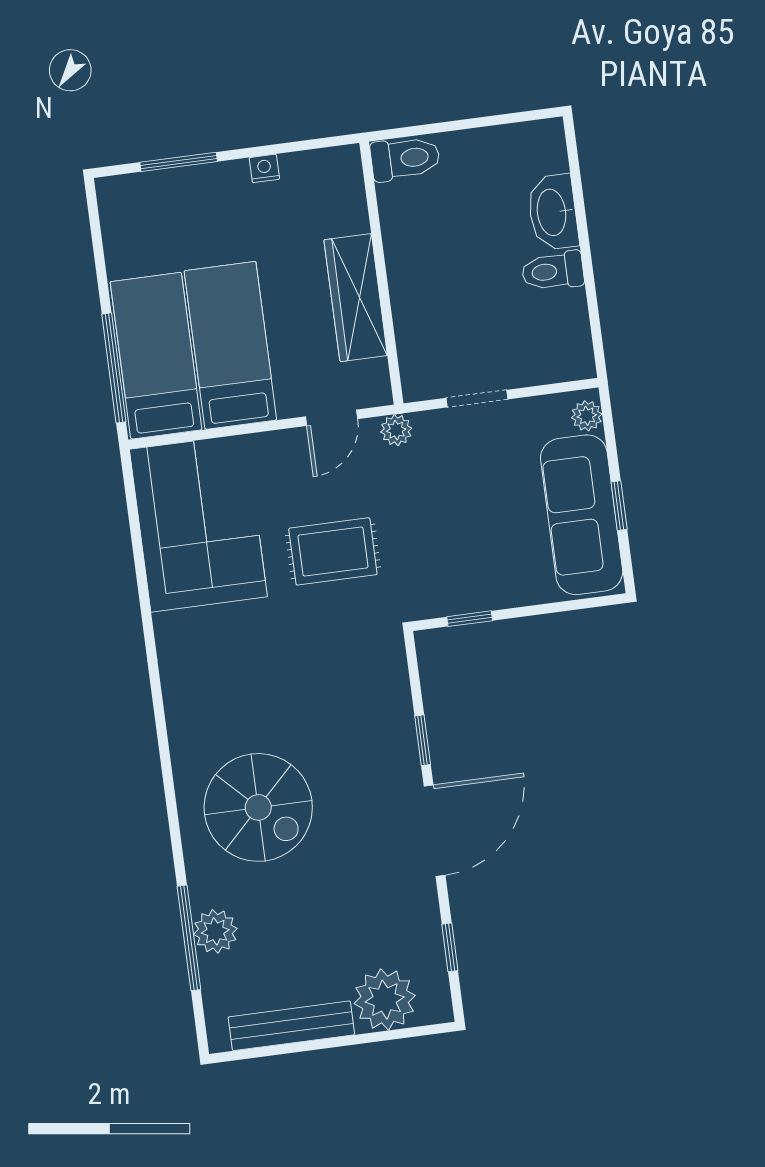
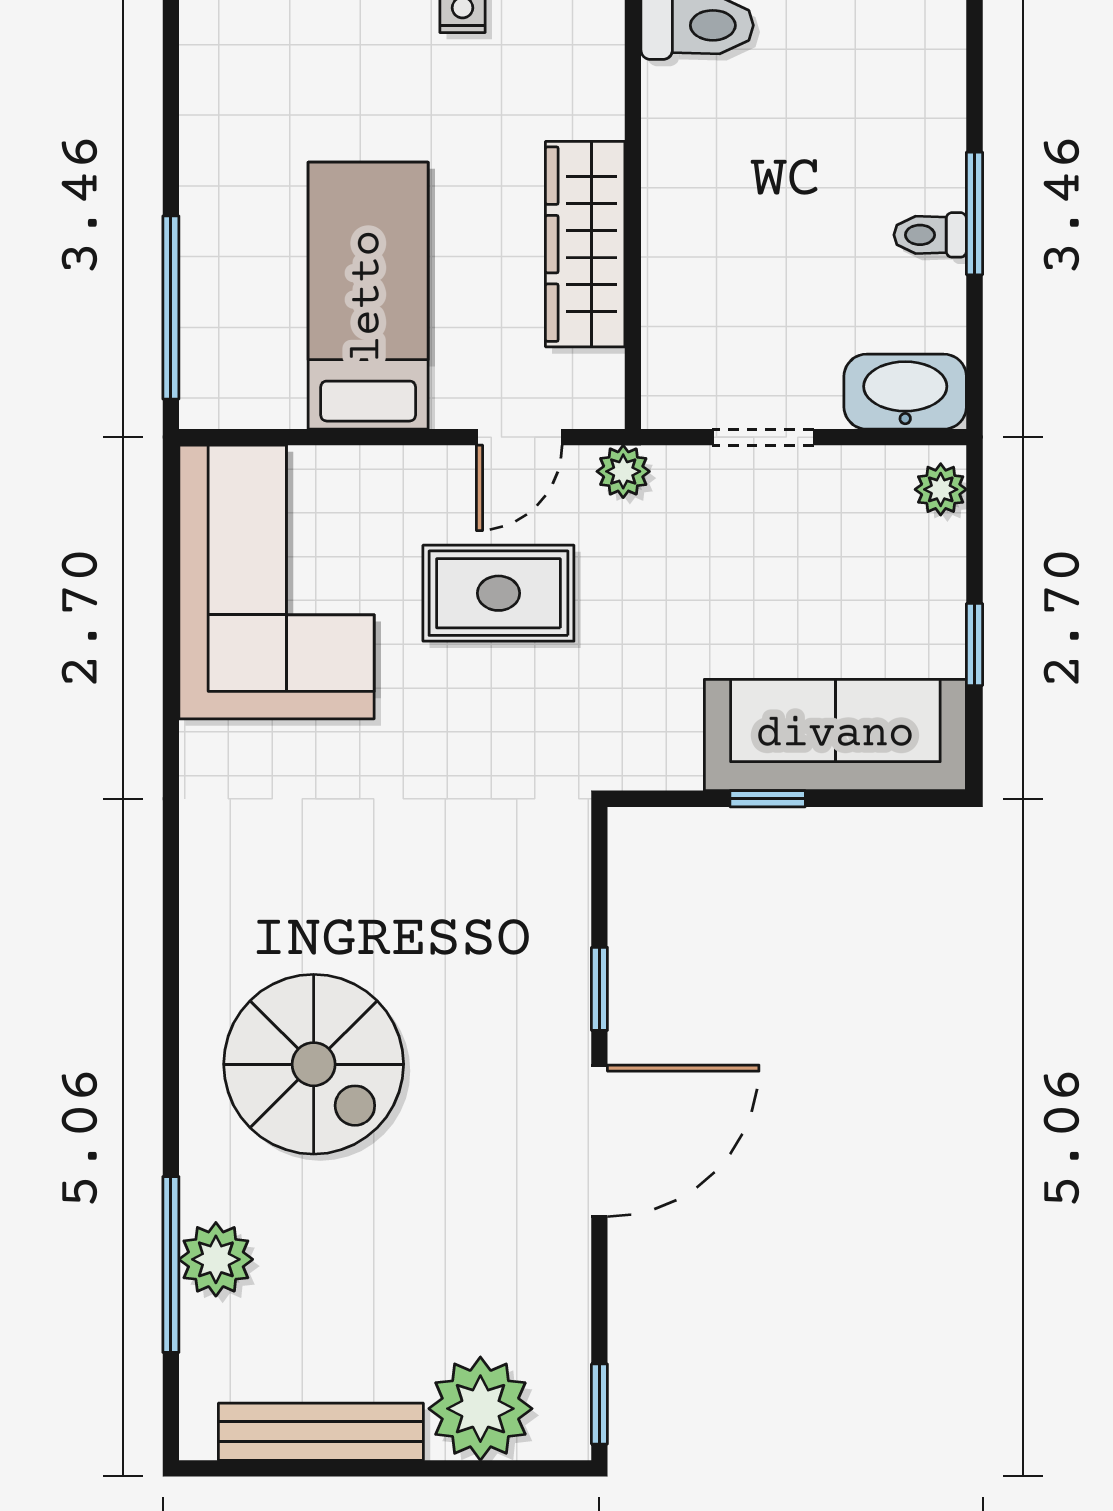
washbasin: (553, 212) -> (905, 392), moved, turned 90
window: (585, 249) -> (974, 213), added
toilet: (553, 271) -> (930, 235), width x0.73, depth x0.72
bed: (156, 356) -> (243, 297), removed
sofa: (582, 515) -> (835, 735), moved, turned 90
rug: (333, 551) -> (498, 593), moved
window: (470, 619) -> (768, 799), moved
window: (450, 947) -> (599, 1404), moved

